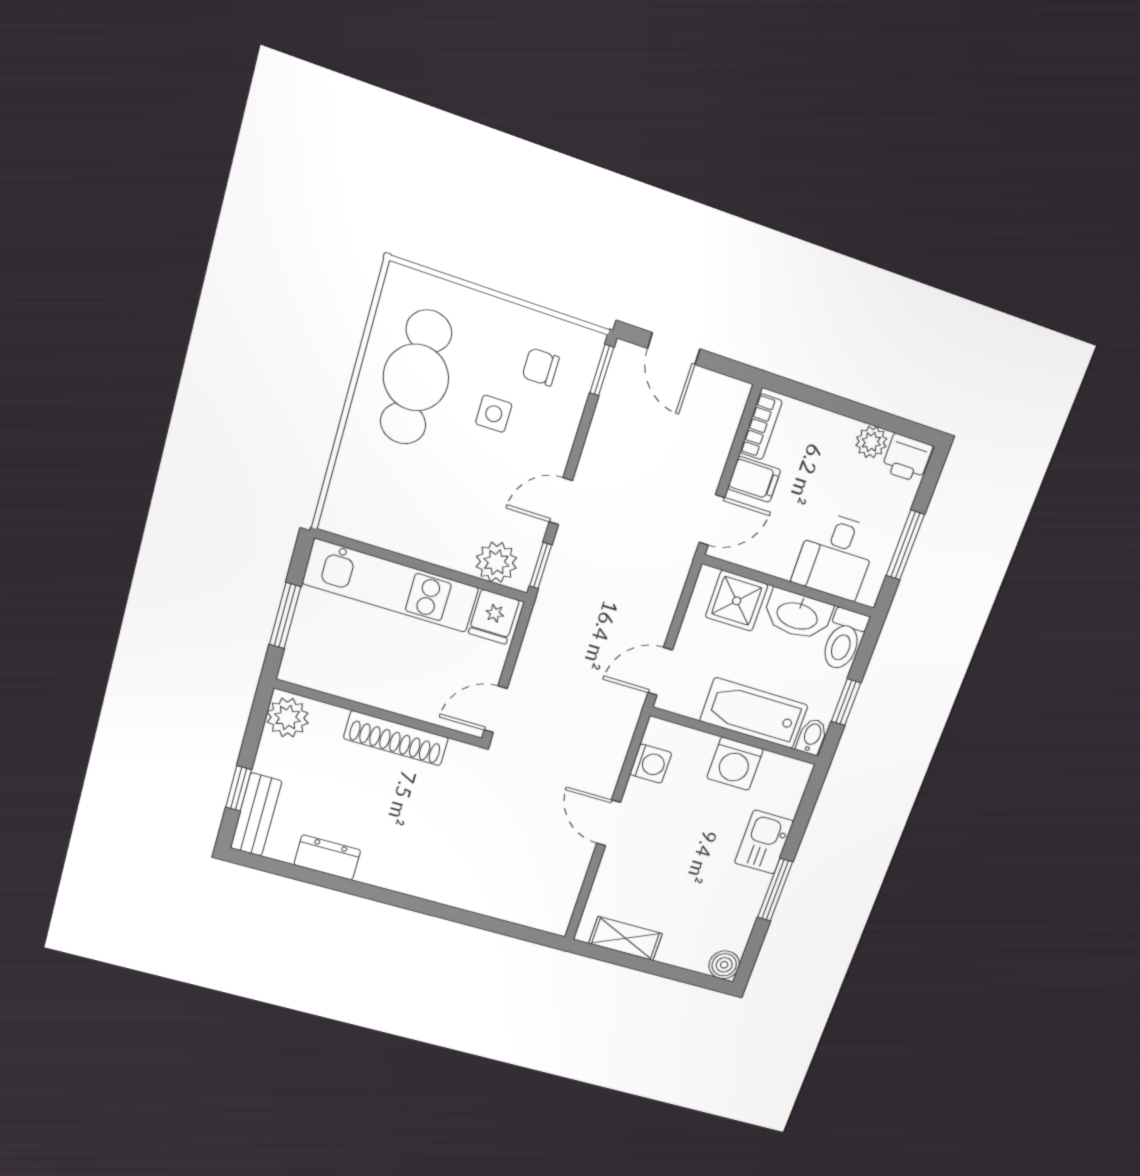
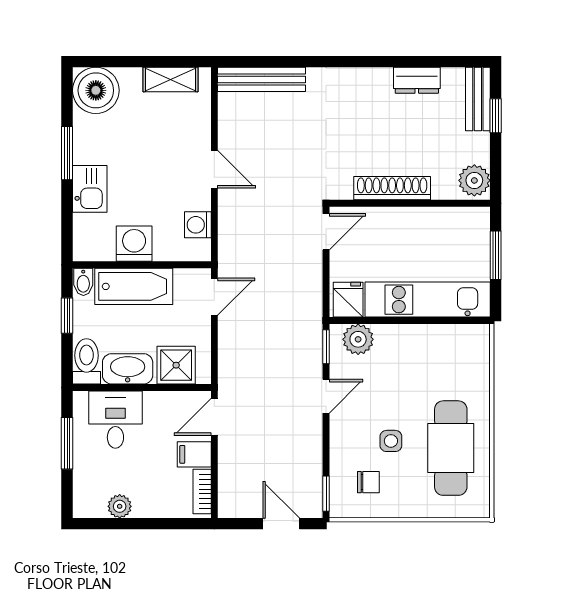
printer: (907, 458) -> (90, 504), removed
bench: (518, 910) -> (262, 79), added
boiler: (724, 965) -> (96, 90), width x1.86, depth x1.86

